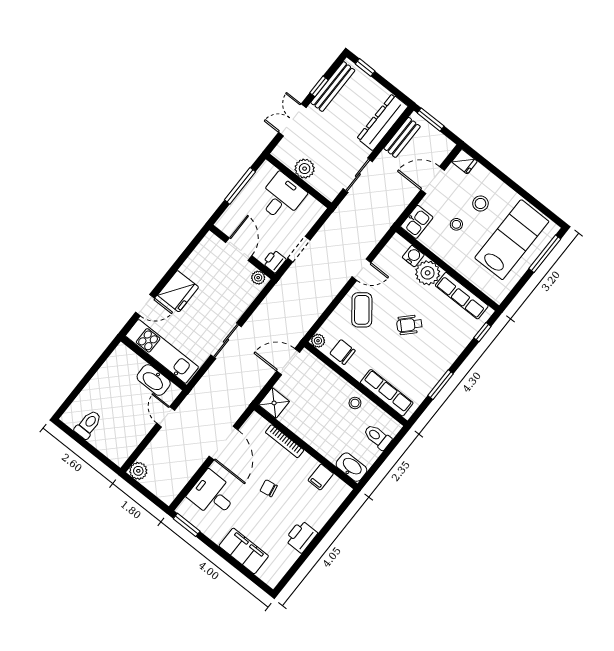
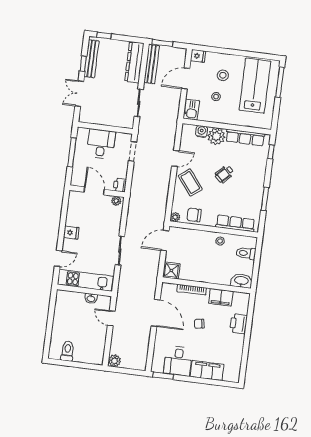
bench: (402, 137) -> (152, 64), width x1.36
plant: (305, 169) -> (104, 118), removed
doorway: (299, 249) -> (133, 151), moved
fridge: (178, 291) -> (71, 233), width x0.53, depth x0.75
washbasin: (154, 380) -> (91, 298), width x0.52, depth x0.69
filing cabinet: (321, 477) -> (221, 297), width x2.00
desk: (212, 495) -> (178, 361), moved, turned -90
printer: (301, 537) -> (239, 324), moved

